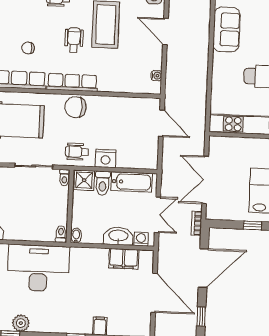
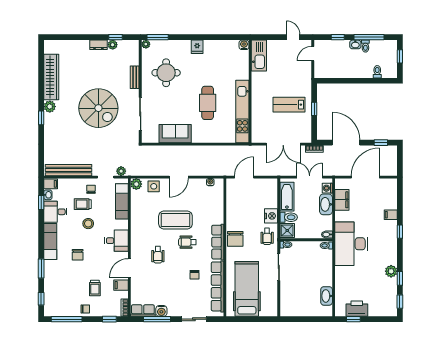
desk: (38, 268) -> (351, 244), moved

